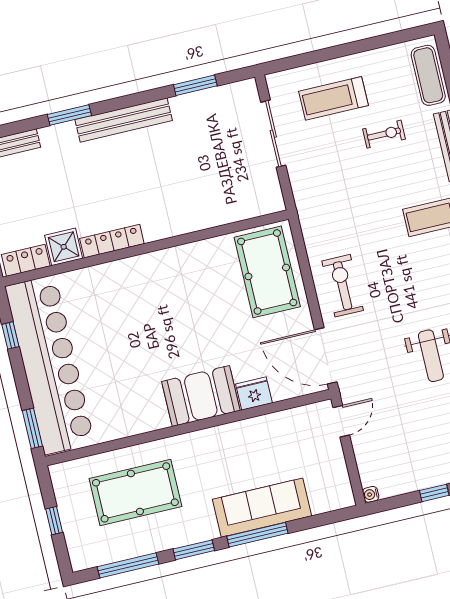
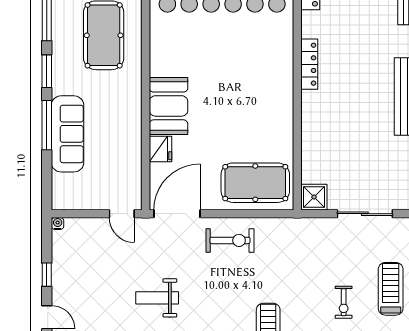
treadmill: (334, 98) -> (391, 289), moved
shower: (64, 247) -> (314, 197), moved

